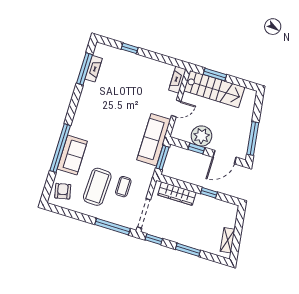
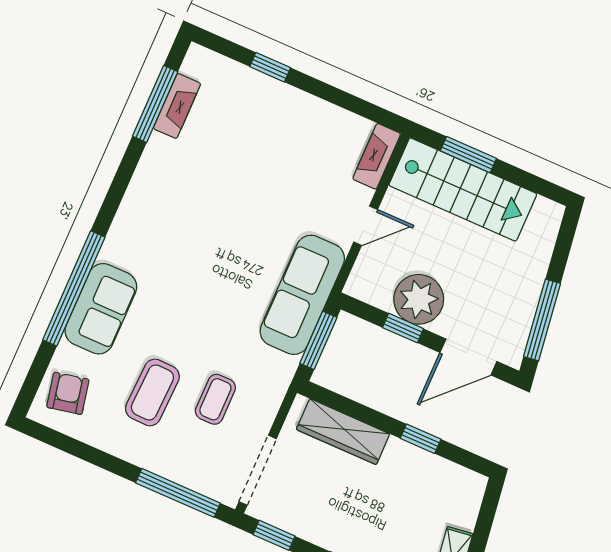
coffee table: (97, 187) -> (152, 392), width x0.73, depth x0.76

